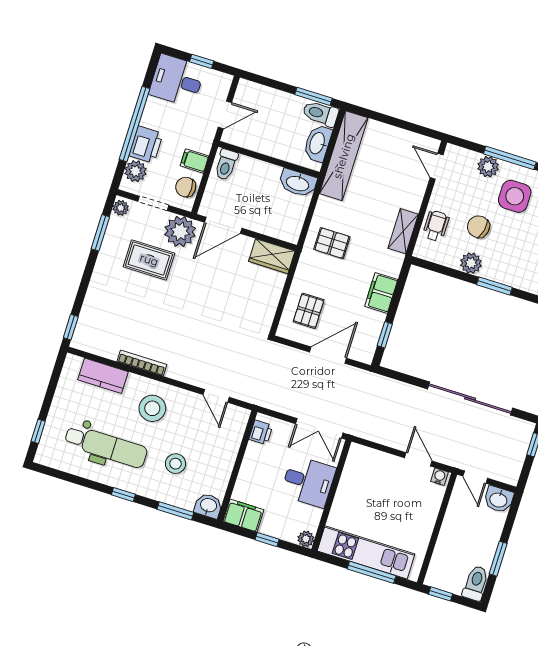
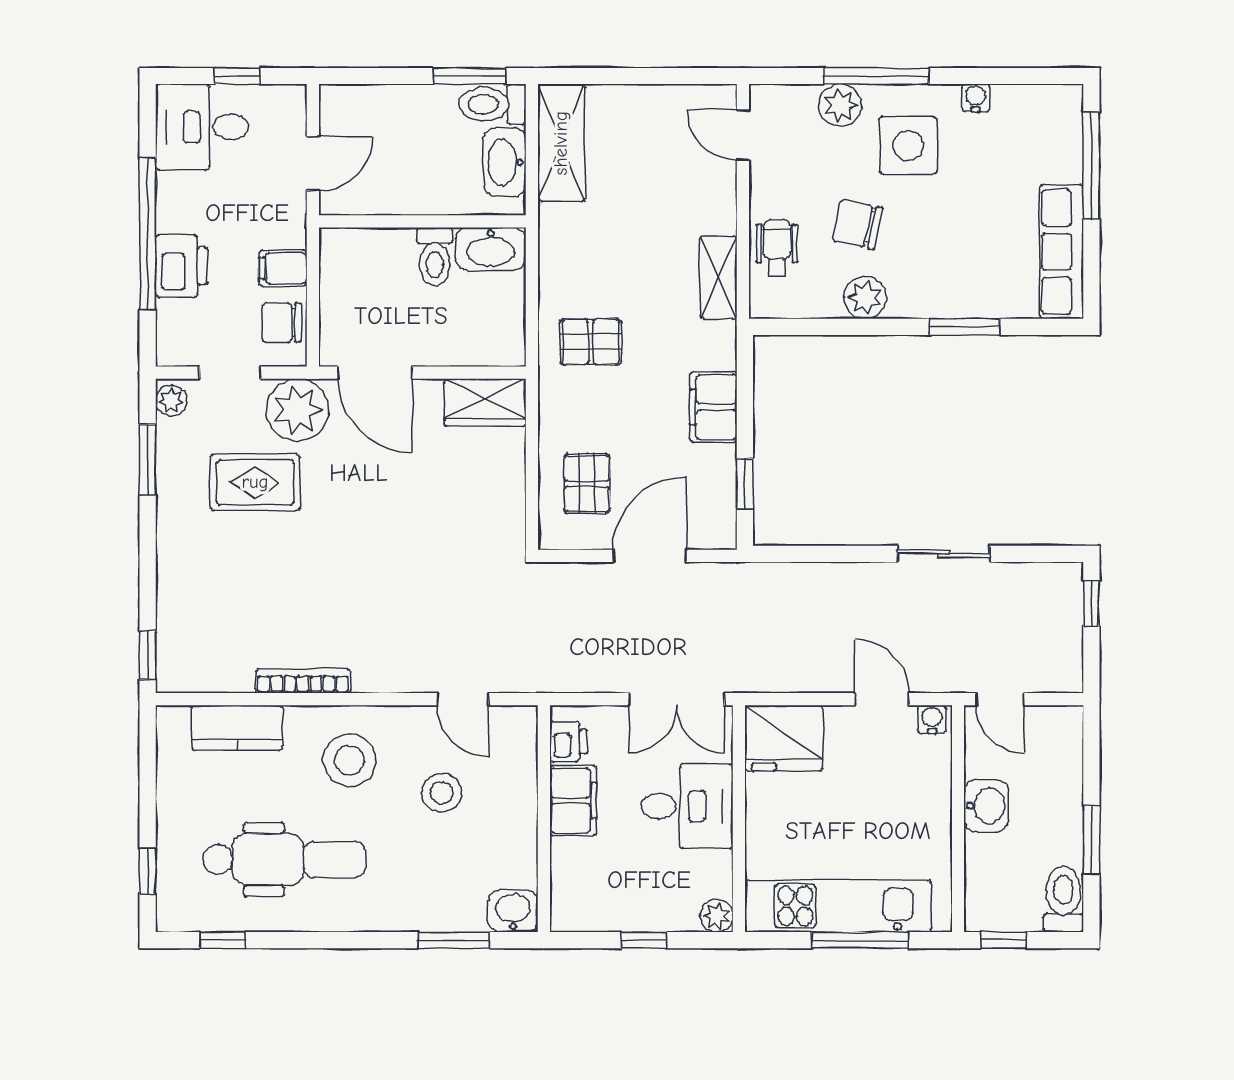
shelving: (344, 156) -> (561, 143), width x0.68
toilet: (226, 165) -> (435, 257), moved
plant: (135, 171) -> (177, 322), removed
door: (223, 225) -> (375, 373), hinge flipped
window: (494, 286) -> (965, 327), moved
sliding door: (470, 399) -> (944, 554), width x0.54
fridge: (365, 463) -> (784, 738), added
stool: (176, 464) -> (442, 793), moved
window: (123, 495) -> (223, 940), moved
washbasin: (499, 499) -> (986, 806), moved, turned -90
filing cabinet: (243, 516) -> (573, 800), moved, turned 90

